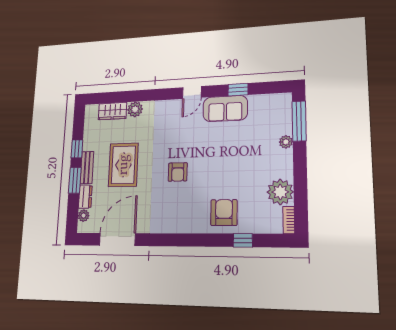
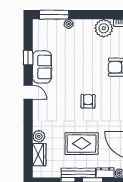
bench: (87, 168) -> (78, 173), width x1.36
armchair: (178, 172) -> (88, 101), turned -90

